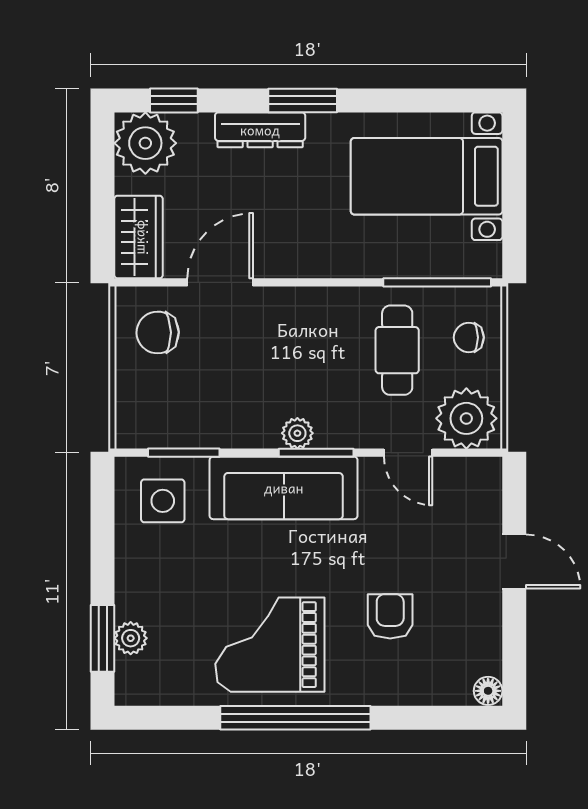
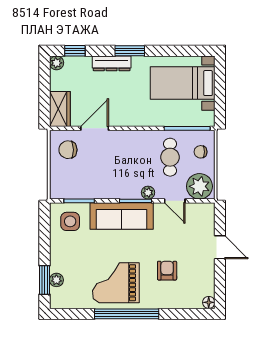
plant: (145, 143) -> (57, 63), width x0.53, depth x0.53
plant: (297, 433) -> (148, 193), moved

